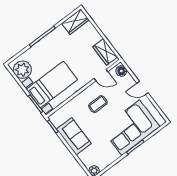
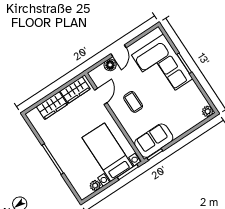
wardrobe: (75, 22) -> (52, 105), moved, turned 90
plant: (22, 70) -> (95, 186), width x0.53, depth x0.53
floor lamp: (121, 71) -> (110, 65), moved
sofa: (74, 136) -> (154, 141), moved

